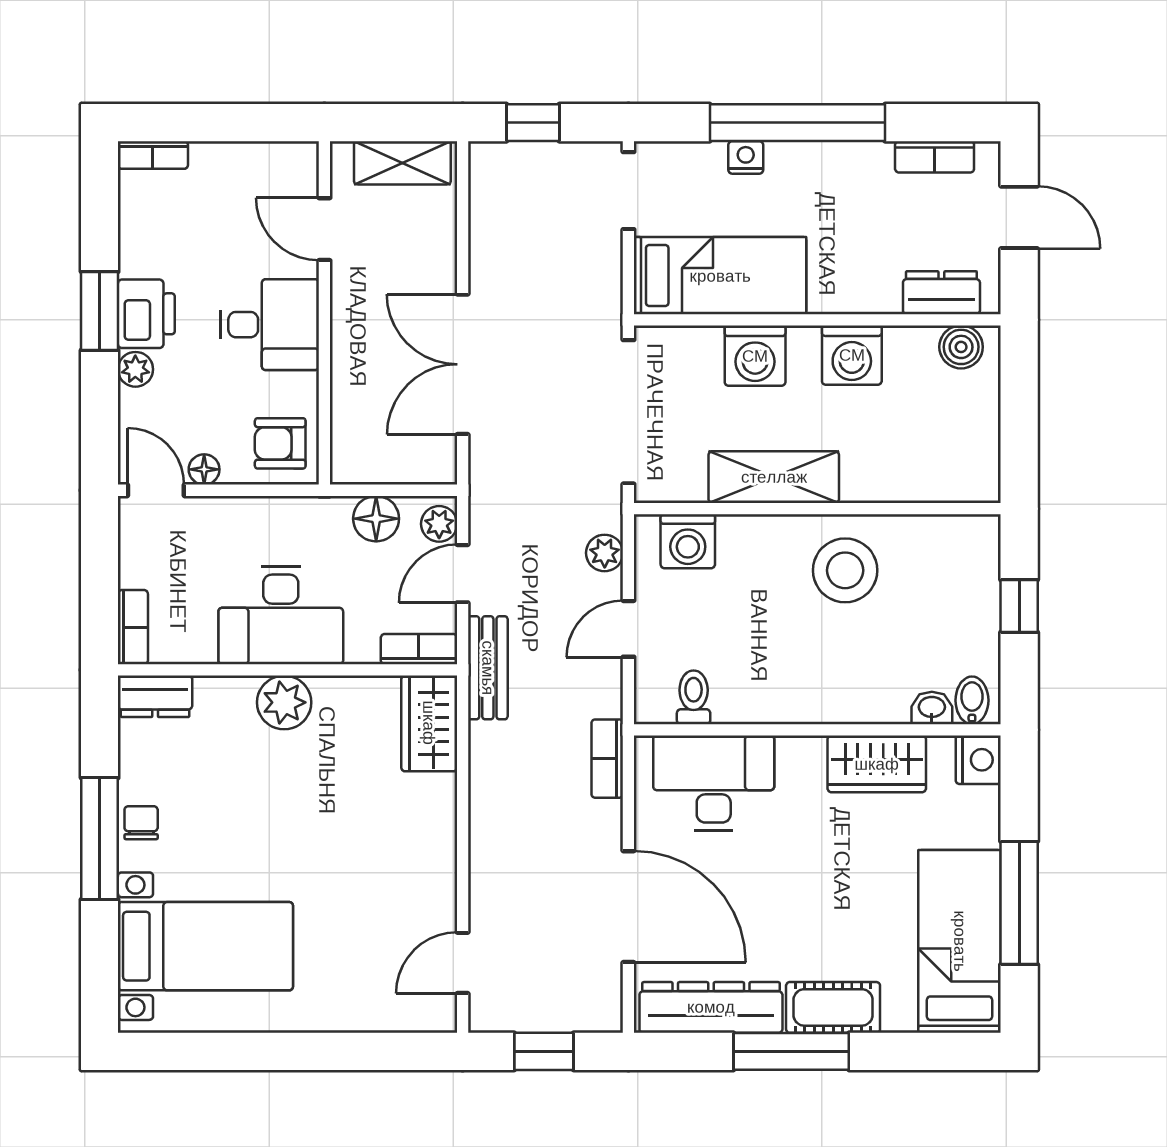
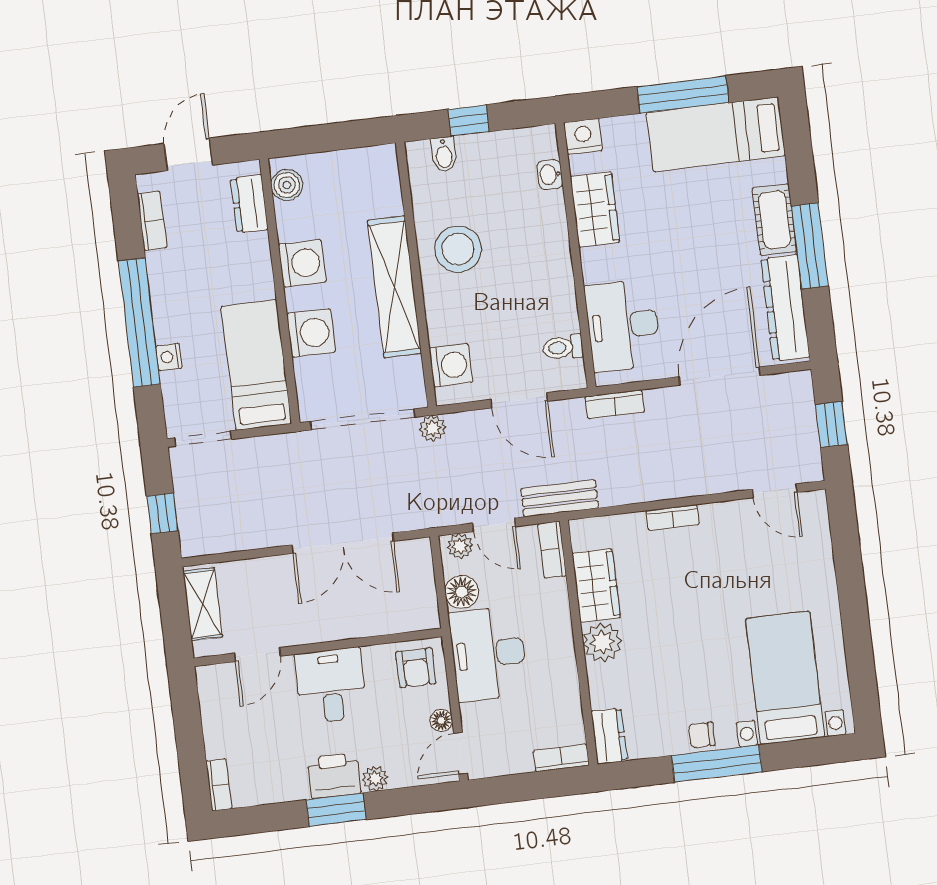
shelving: (774, 477) -> (394, 287), width x1.47
plant: (605, 553) -> (432, 428), moved
desk: (281, 615) -> (488, 654), moved, turned 180
door: (628, 629) -> (519, 400), width x1.38
bidet: (972, 700) -> (444, 154), moved, turned -90
wardrobe: (429, 723) -> (596, 585), moved, turned -90
bookcase: (443, 819) -> (673, 517), added

